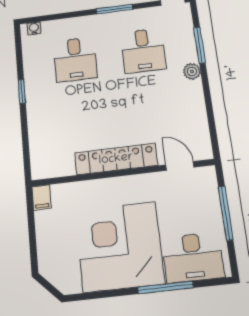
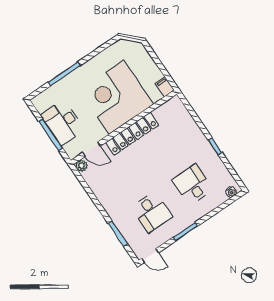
desk: (143, 51) -> (152, 212), turned 180
plant: (192, 71) -> (82, 166), moved
corner desk: (119, 247) -> (116, 97), moved, turned 180
desk: (193, 257) -> (63, 122), moved, turned -90

